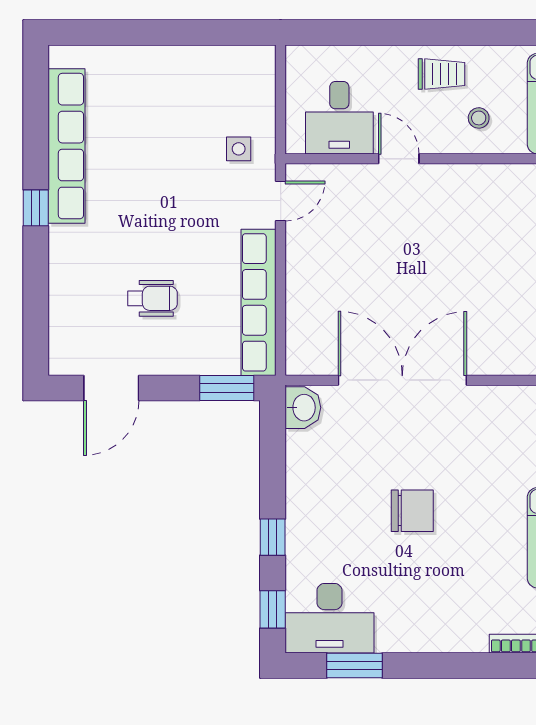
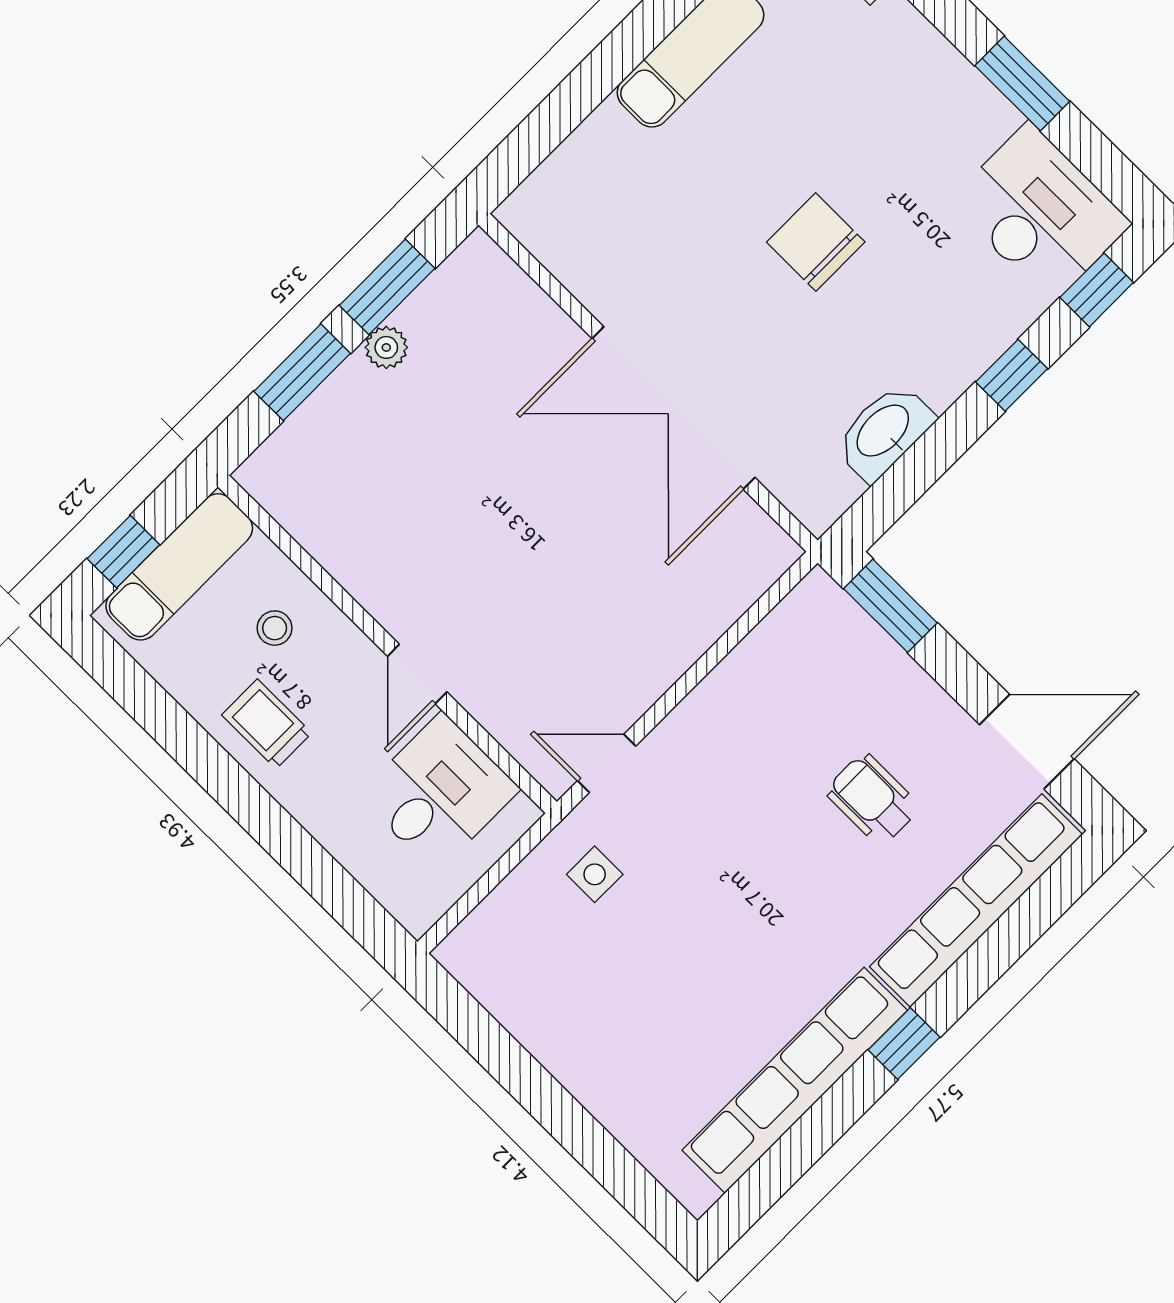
row of seats: (258, 302) -> (976, 901), moved, turned 180
washbasin: (303, 408) -> (884, 432), moved, width x1.38
window: (354, 665) -> (1022, 83), moved

